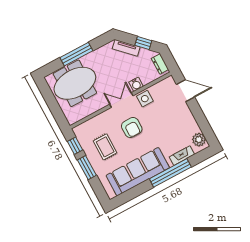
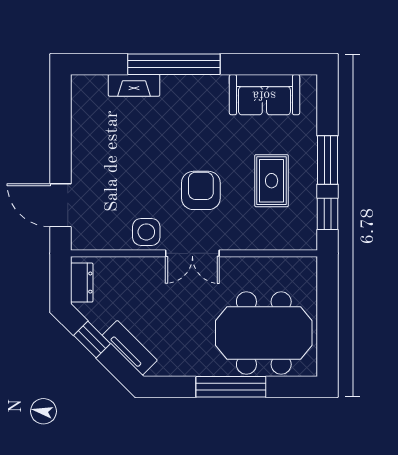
water cooler: (136, 84) -> (148, 268), removed
plant: (199, 140) -> (85, 98), removed
sofa: (138, 172) -> (264, 95), width x0.54, depth x0.79

